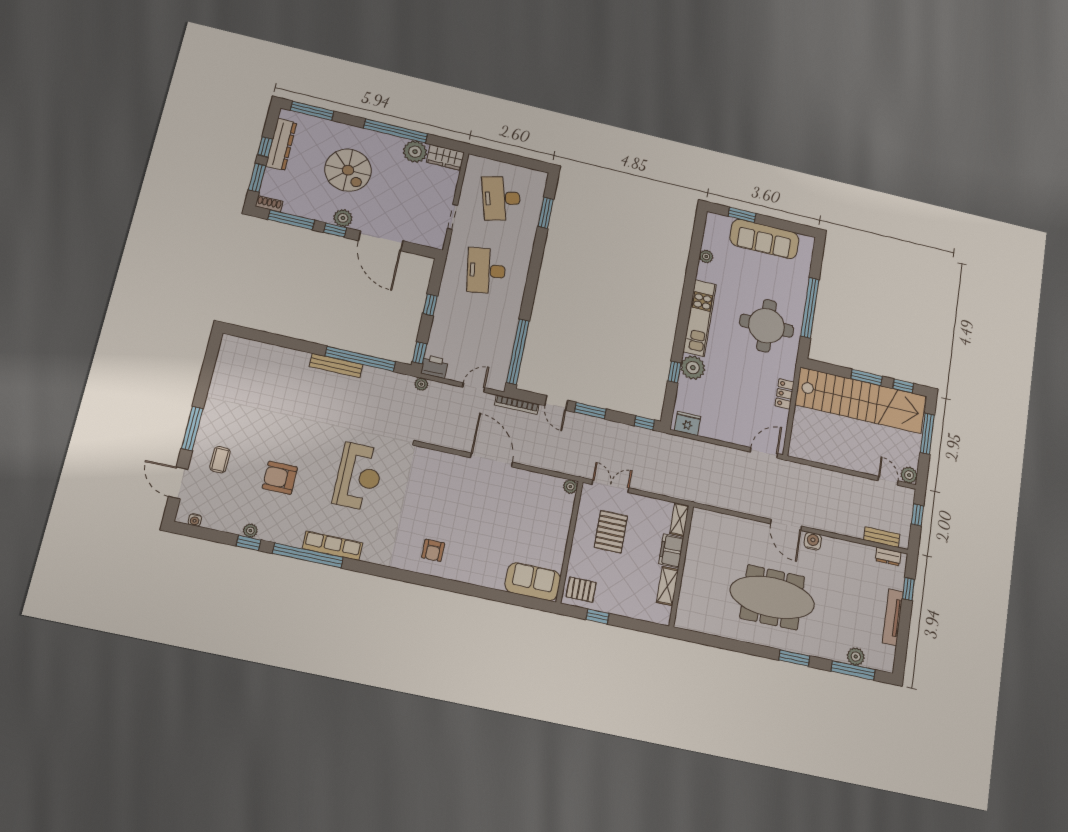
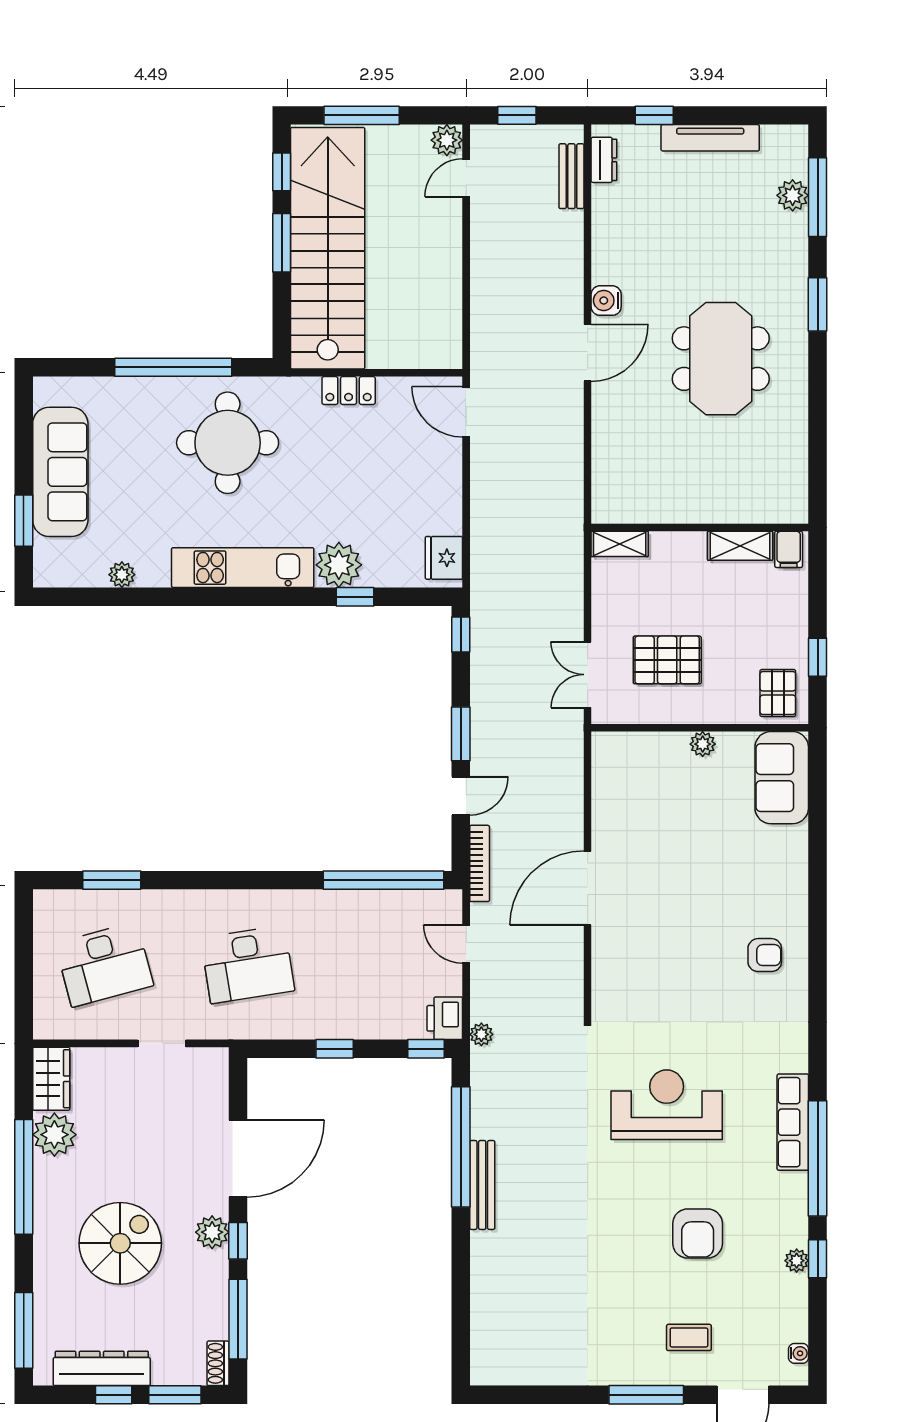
plant: (570, 487) -> (703, 744), moved
filing cabinet: (671, 551) -> (789, 549), moved, width x0.50
meeting table: (772, 597) -> (721, 359), width x0.73

